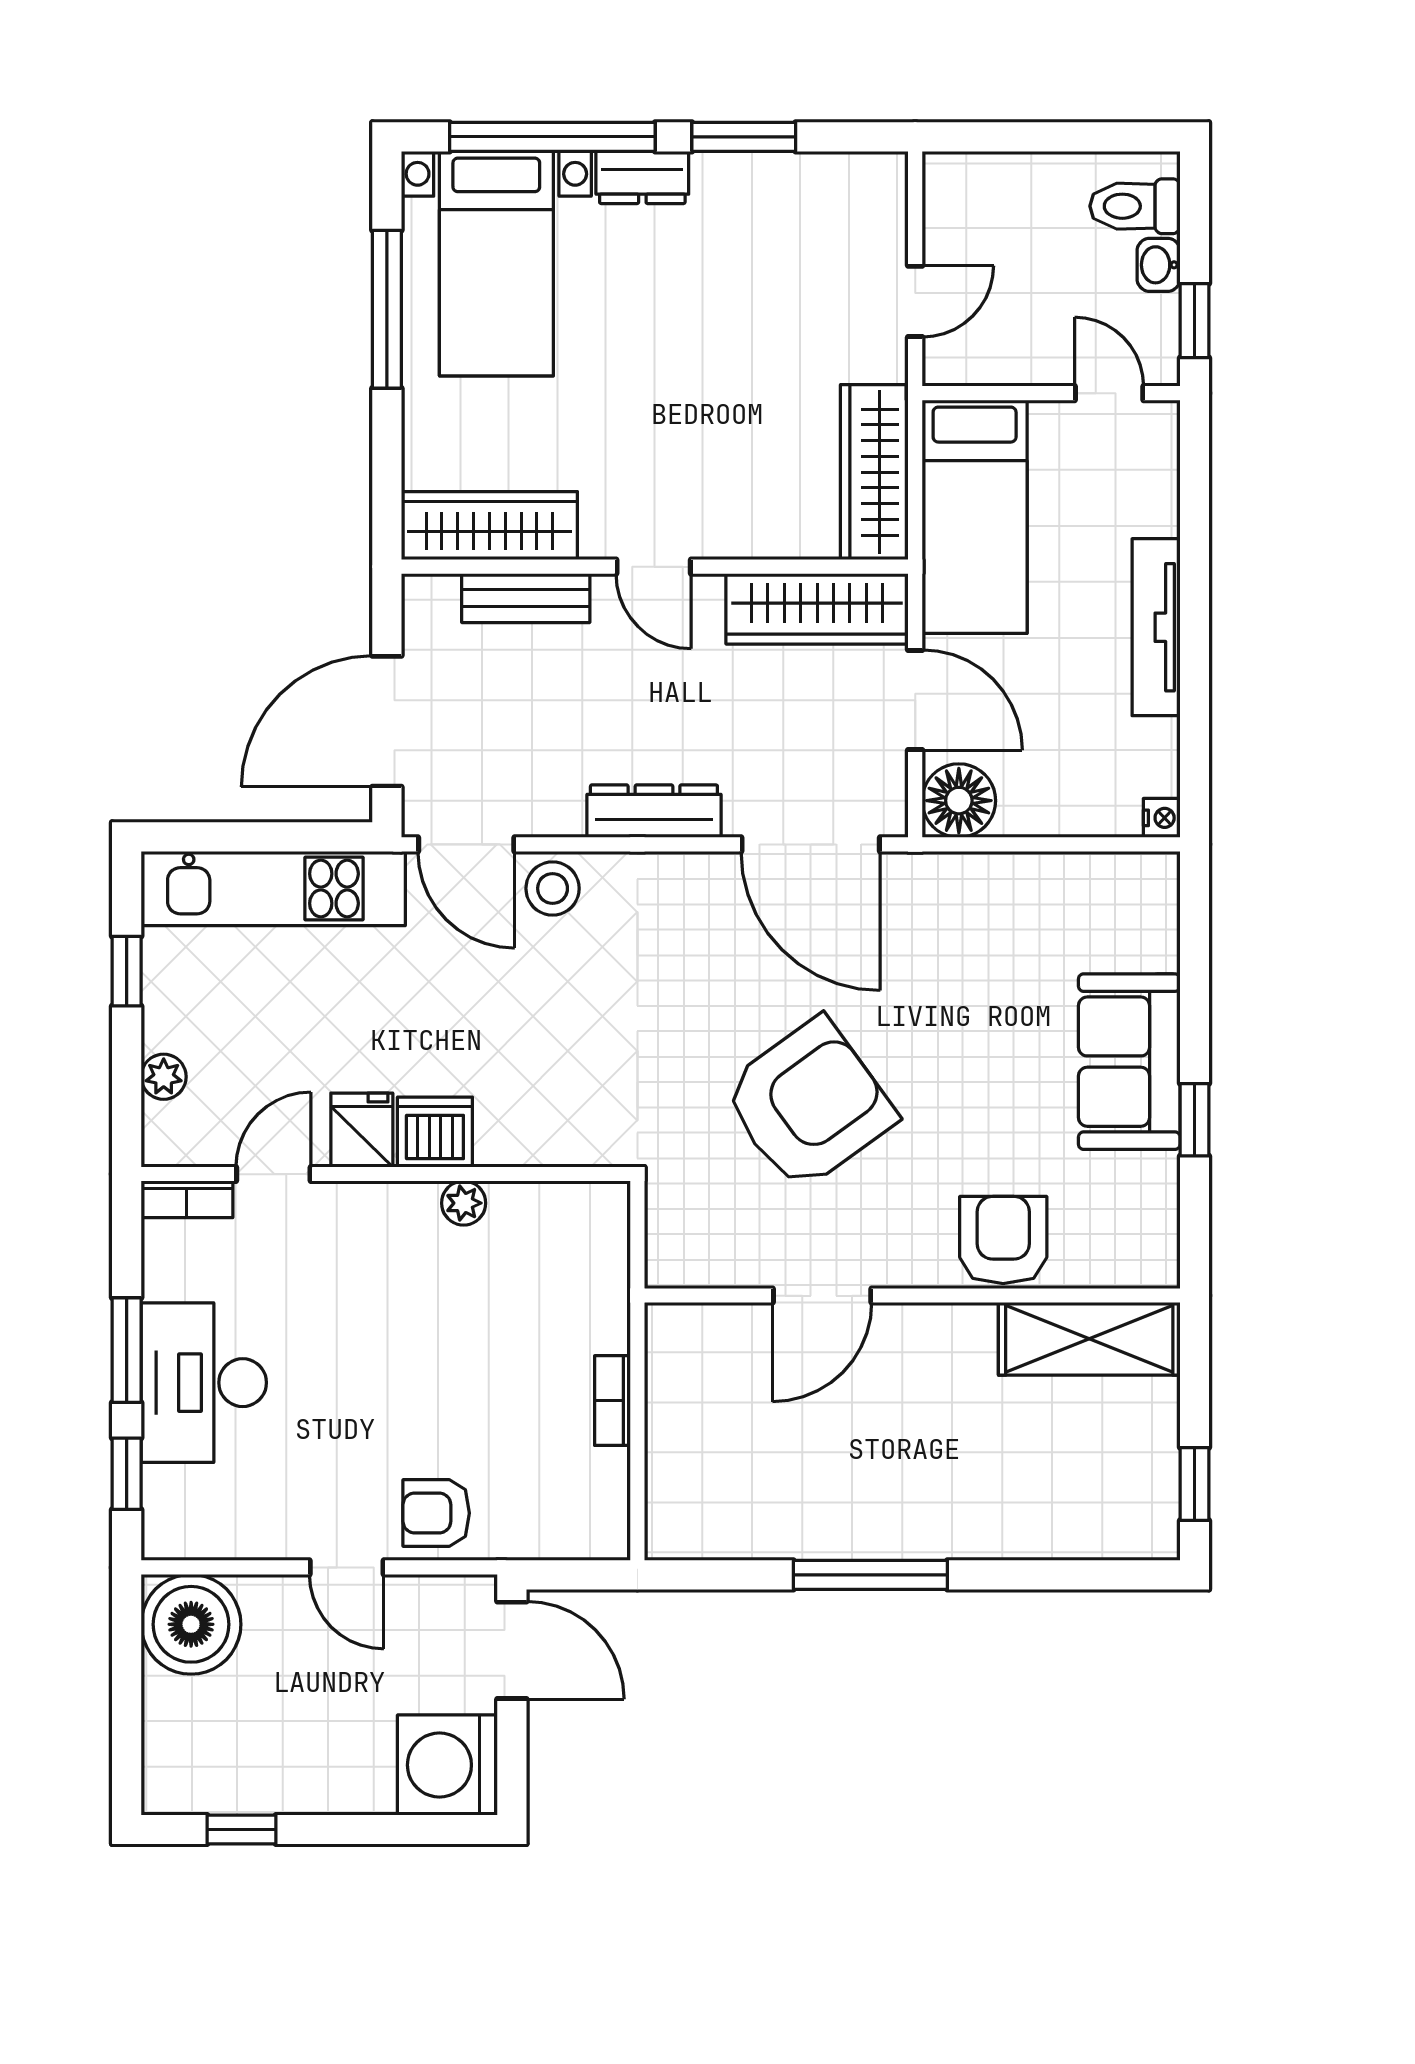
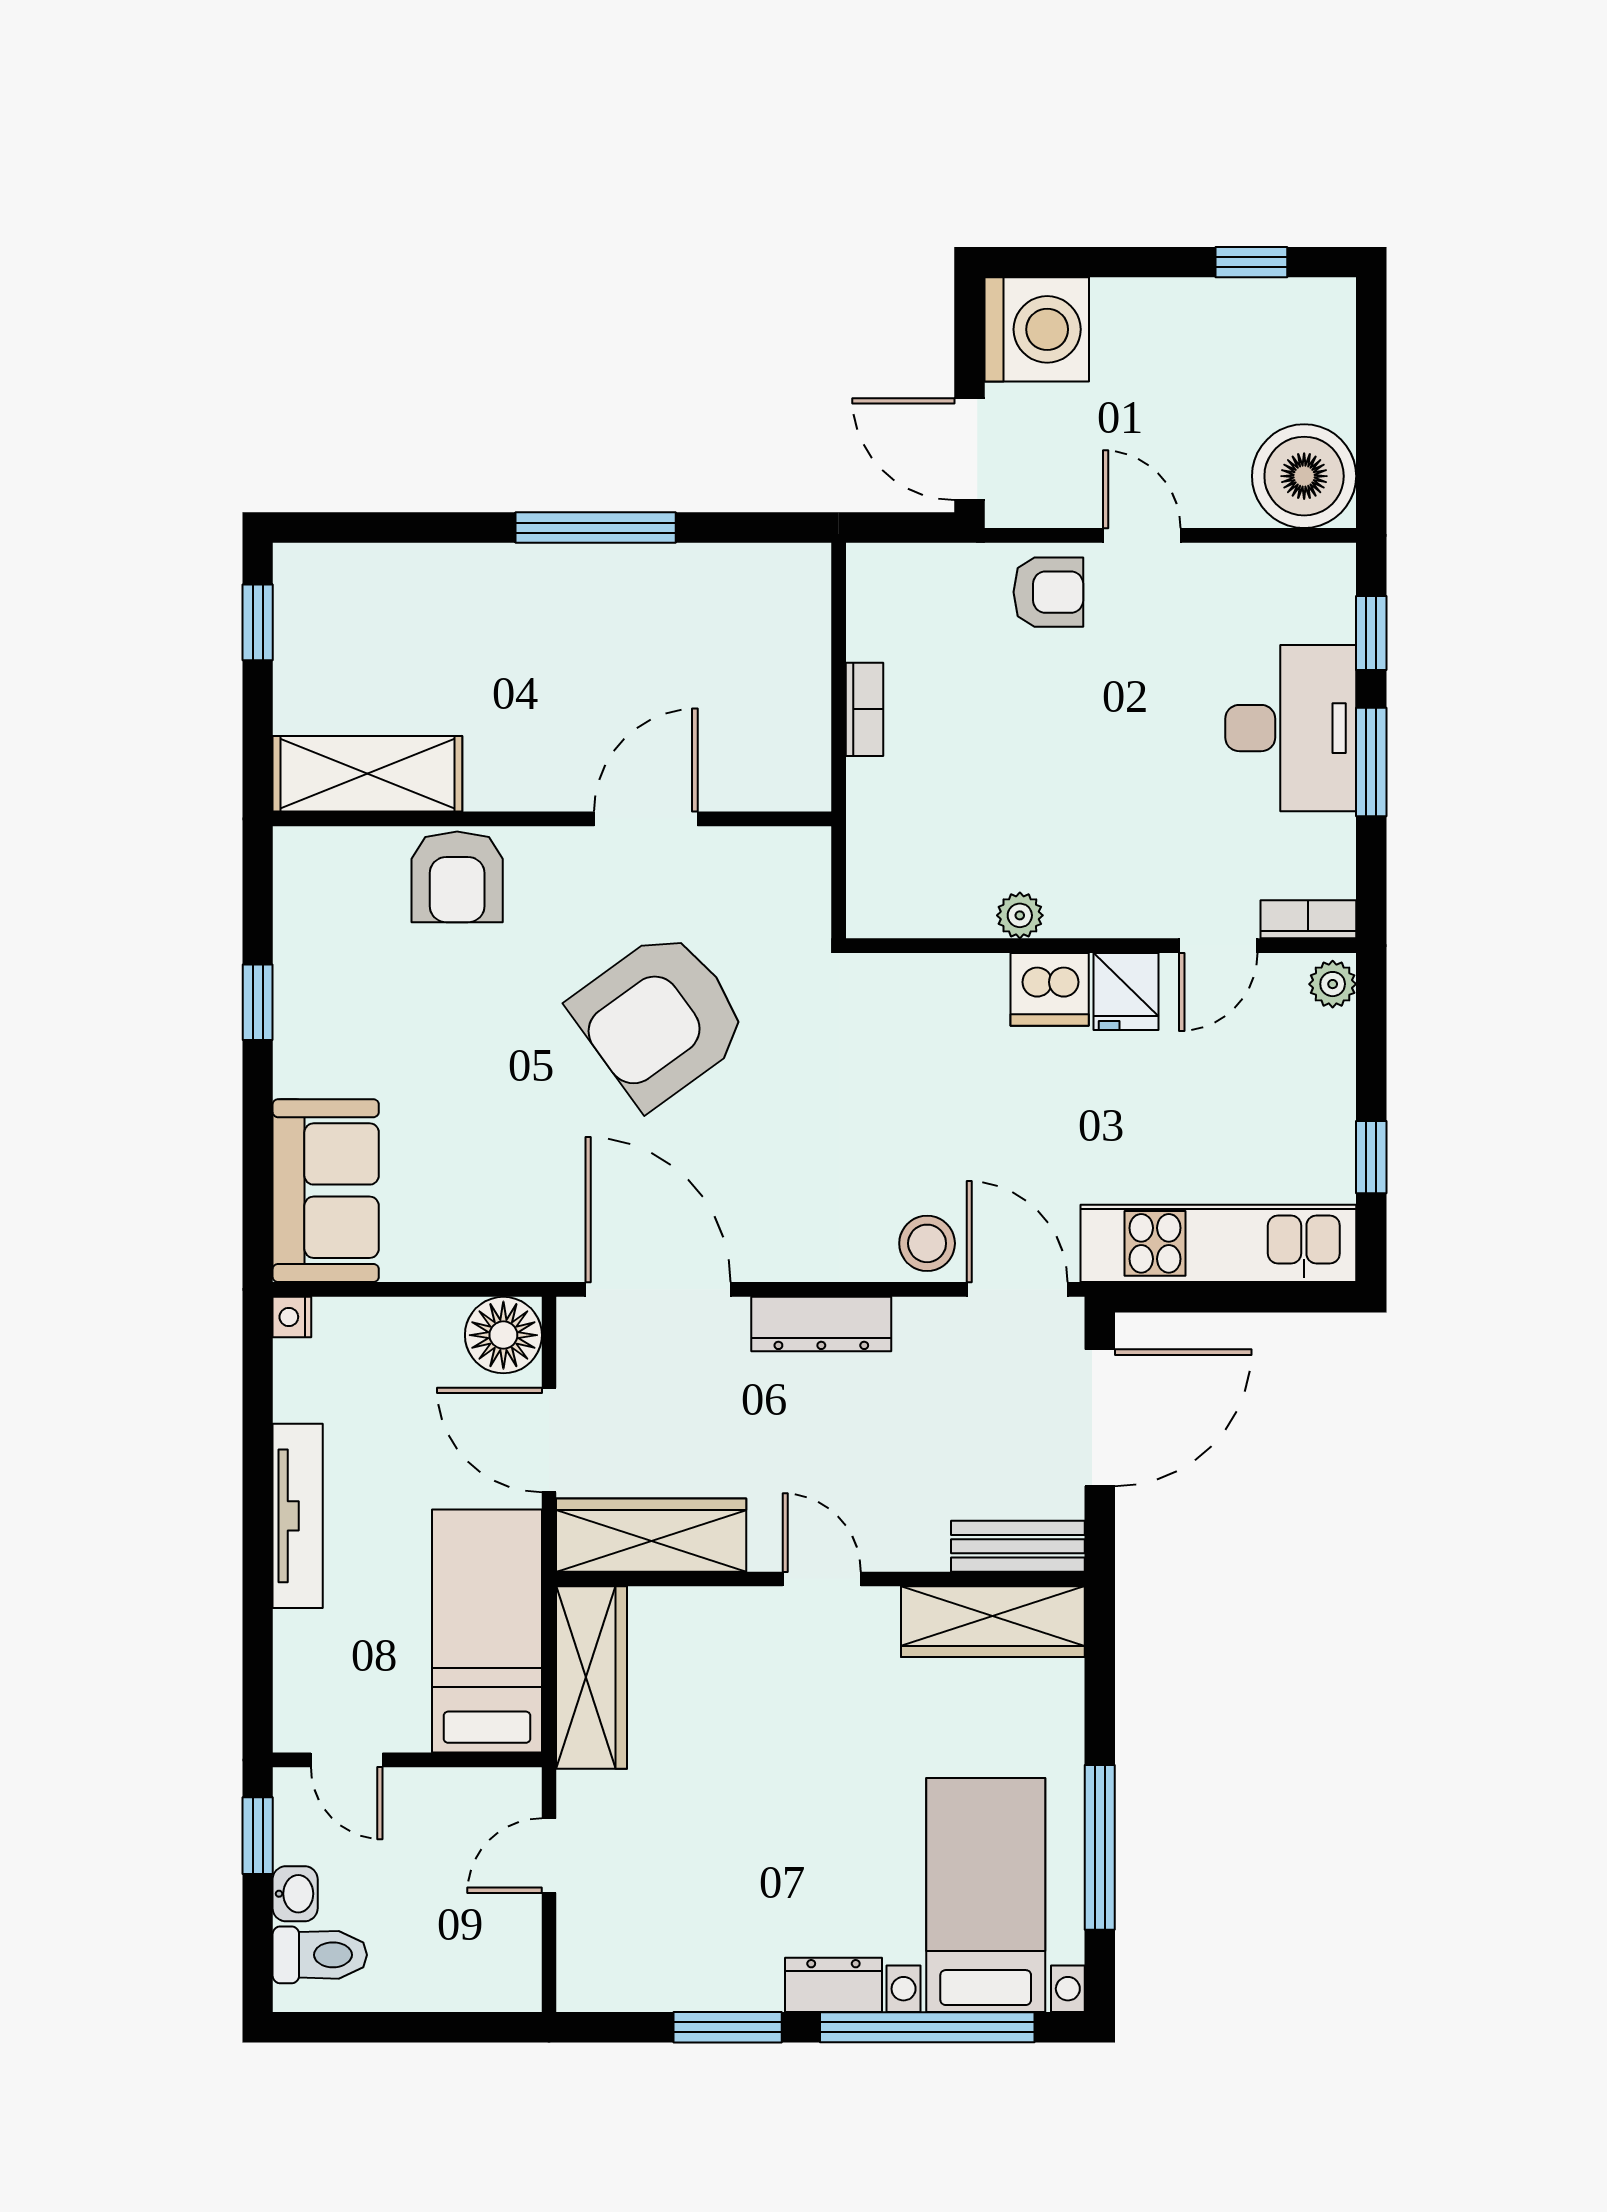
bench: (526, 598) -> (1018, 1546), moved
sofa: (1129, 1062) -> (326, 1191), moved
plant: (164, 1077) -> (1333, 984), moved

